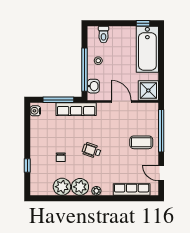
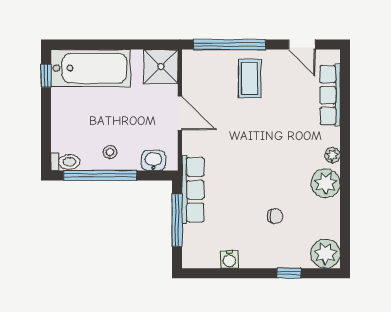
toilet: (104, 35) -> (65, 162), moved
window: (84, 70) -> (100, 176), moved
door: (121, 102) -> (180, 113), swing flipped
water cooler: (35, 111) -> (229, 260), moved
wheelchair: (91, 150) -> (263, 164), removed
door: (161, 173) -> (302, 45), hinge flipped
plant: (62, 187) -> (325, 254), moved

